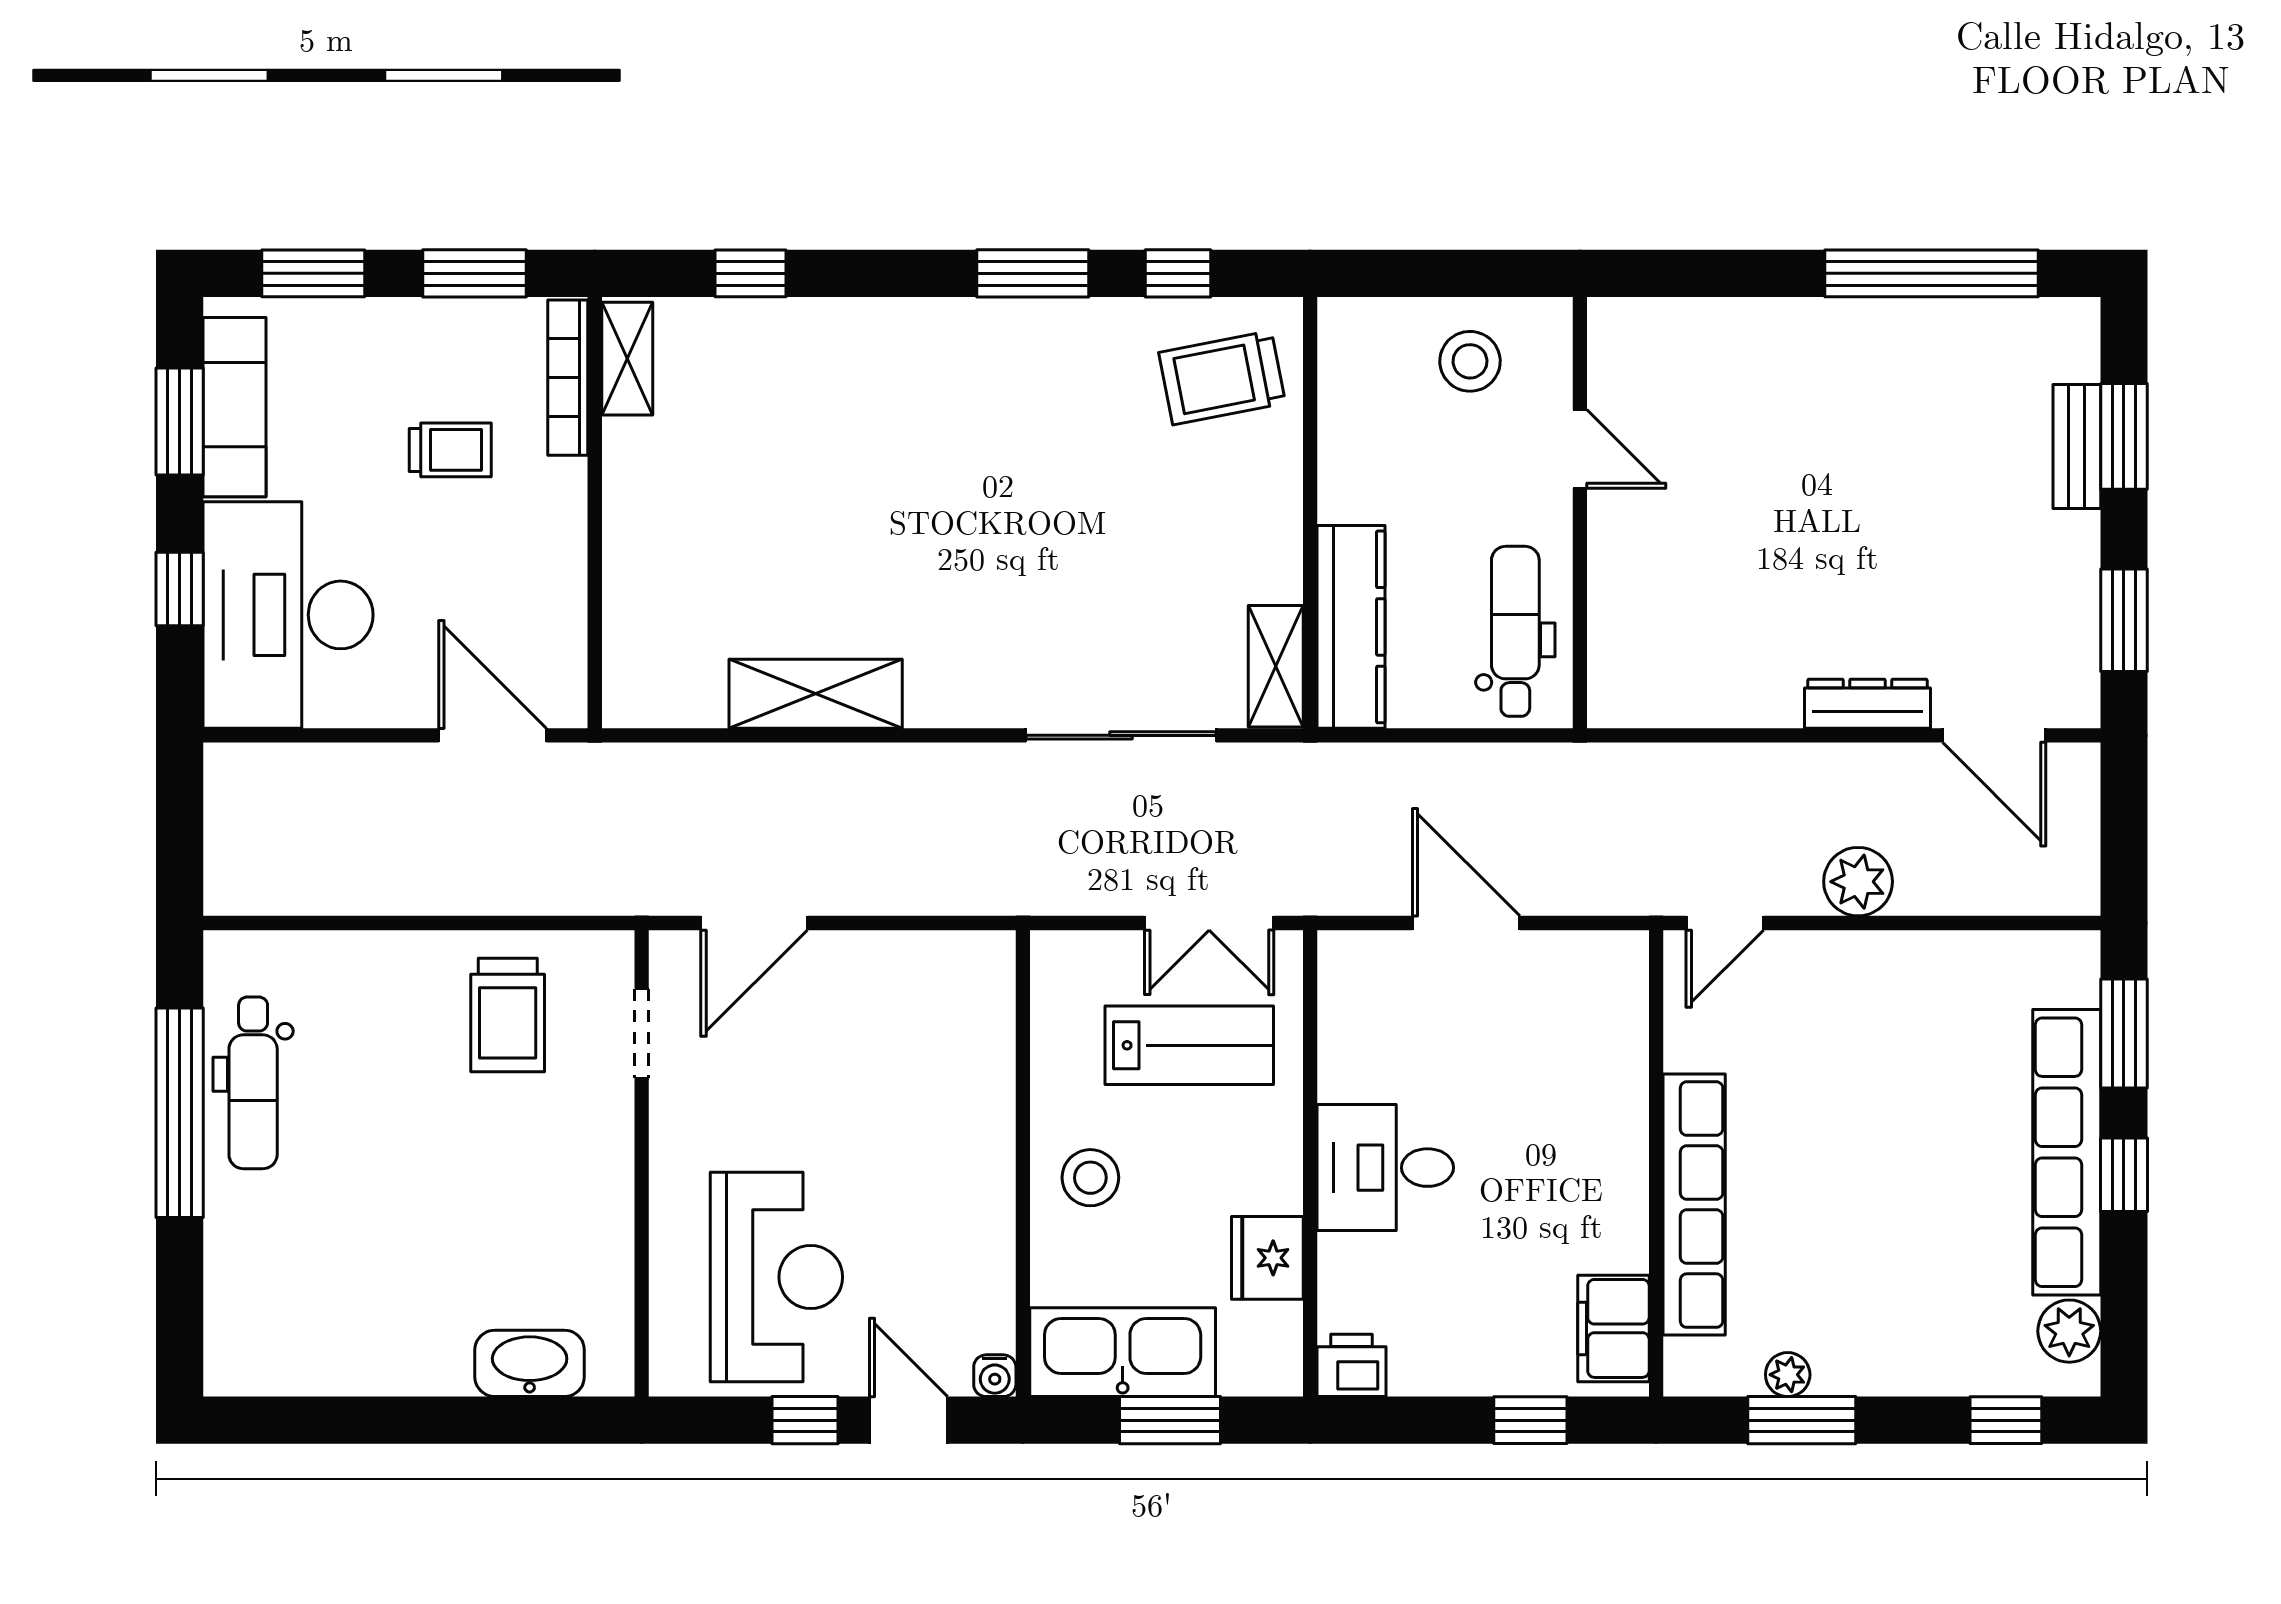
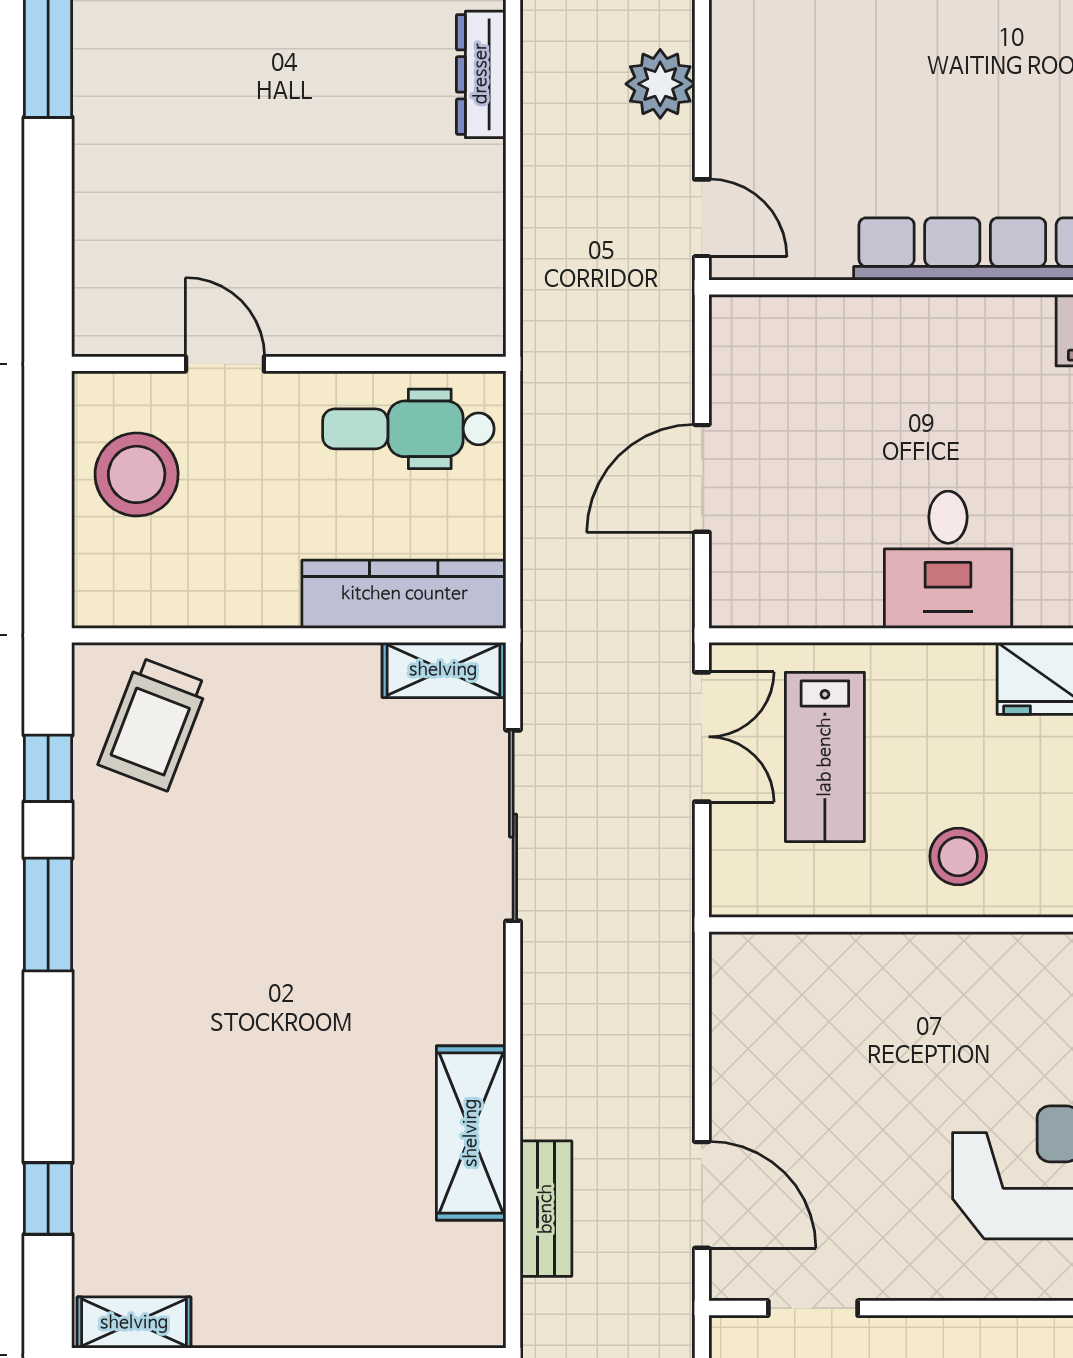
stool: (1470, 361) -> (137, 474), width x1.38, depth x1.38
trolley: (1222, 378) -> (153, 724), turned 32
door: (1580, 449) -> (225, 364), hinge flipped
bench: (740, 768) -> (546, 1209), added
lab bench: (1189, 1045) -> (825, 757), turned 180

